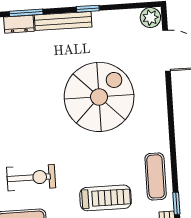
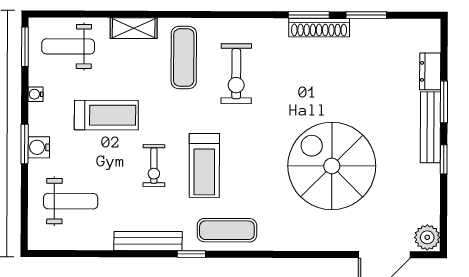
window: (26, 13) -> (444, 102), moved
spiral stairs: (99, 97) -> (332, 166), turned 180

